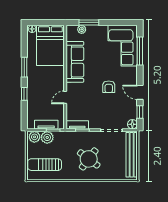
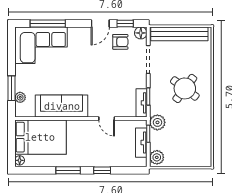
armchair: (109, 87) -> (120, 42), moved
plant: (47, 137) -> (157, 122), moved
sun lounger: (45, 165) -> (192, 144), removed

